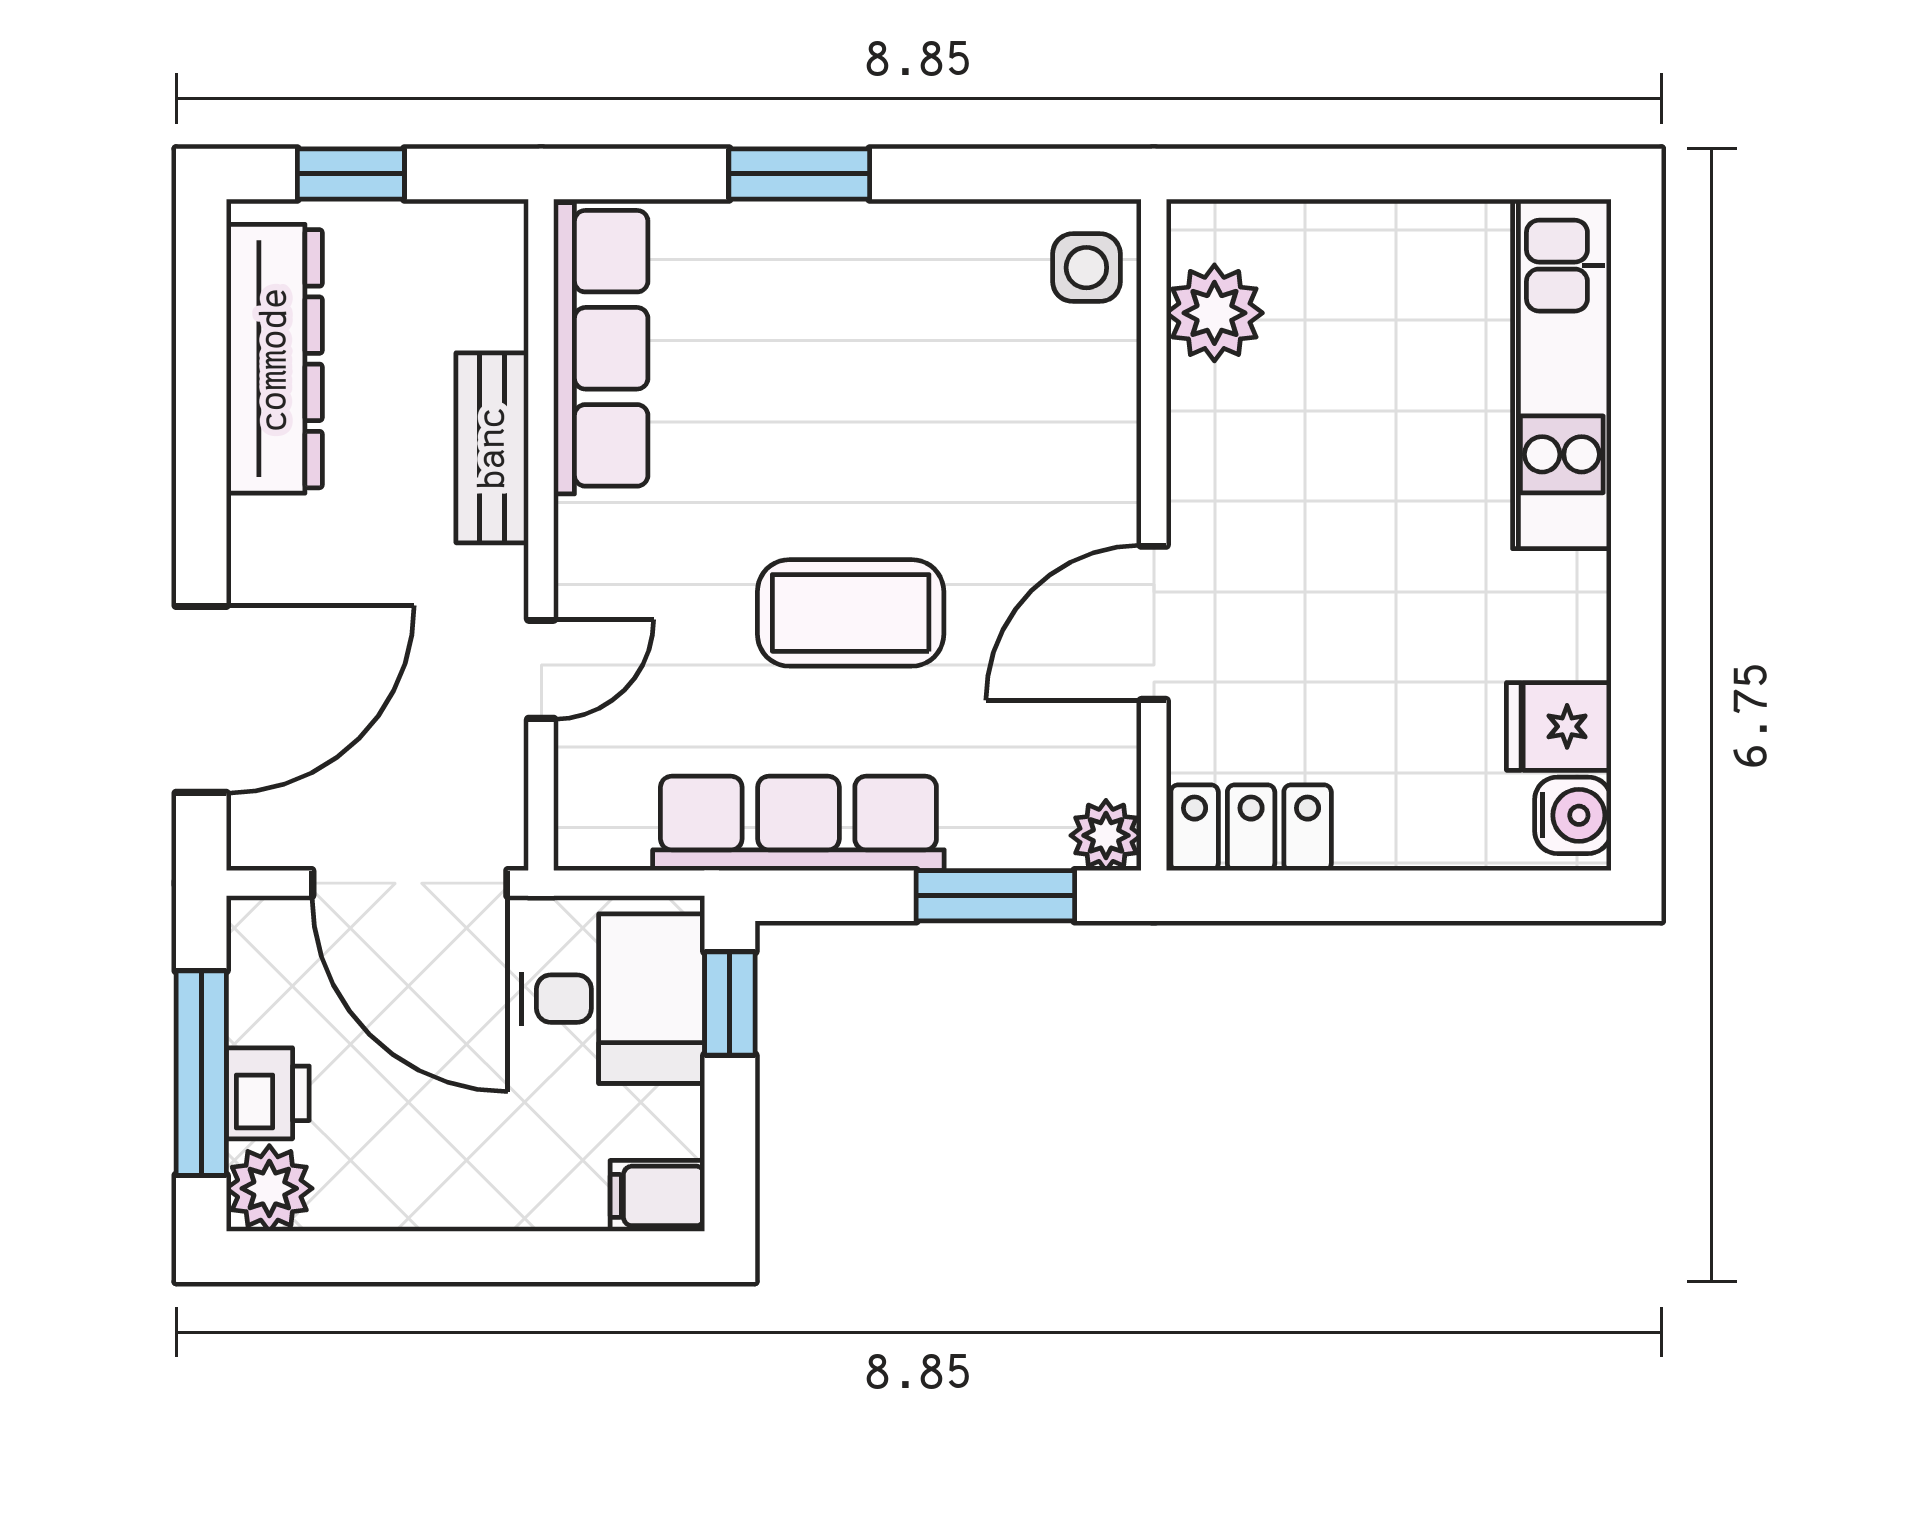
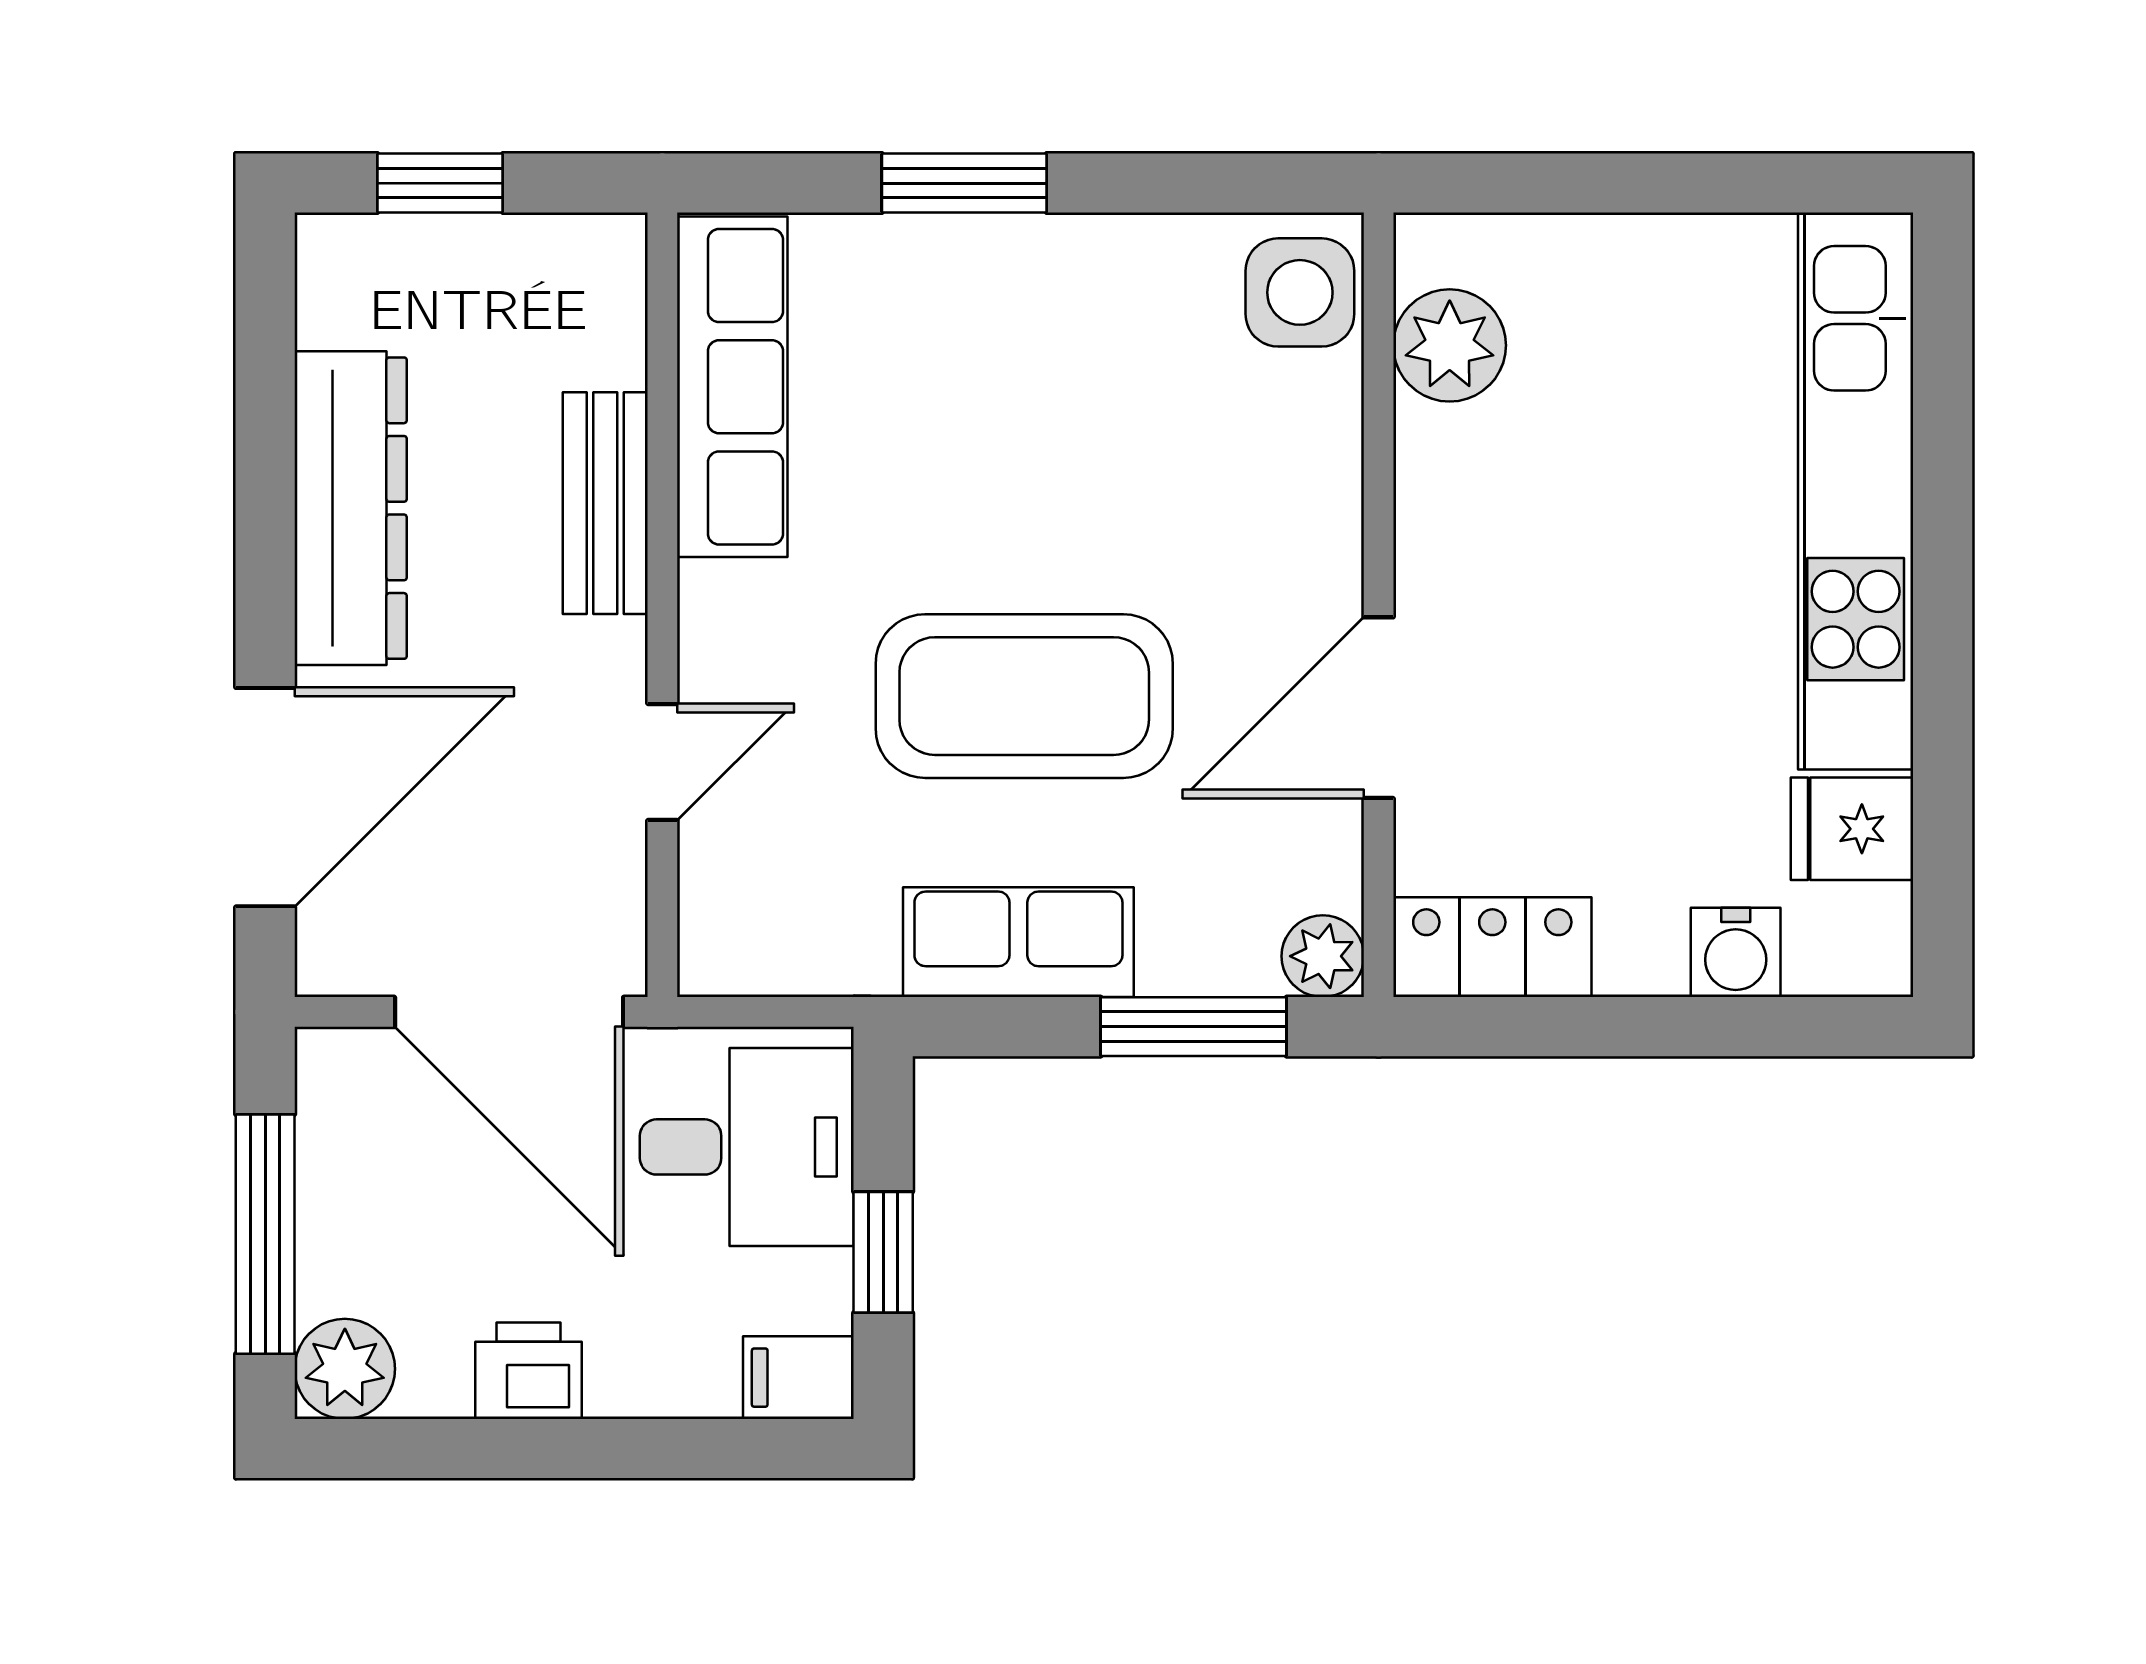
side table: (1086, 268) -> (1300, 292), width x1.37, depth x1.37
dresser: (274, 359) -> (351, 508), moved
kitchen unit: (1562, 374) -> (1856, 491), width x1.36
coffee table: (851, 613) -> (1024, 696), width x1.36, depth x1.32
water cooler: (1573, 815) -> (1736, 952), moved, turned 90
row of seats: (798, 823) -> (1018, 942), width x0.68
window: (730, 1003) -> (883, 1252), moved
printer: (268, 1093) -> (528, 1371), moved, turned -90

